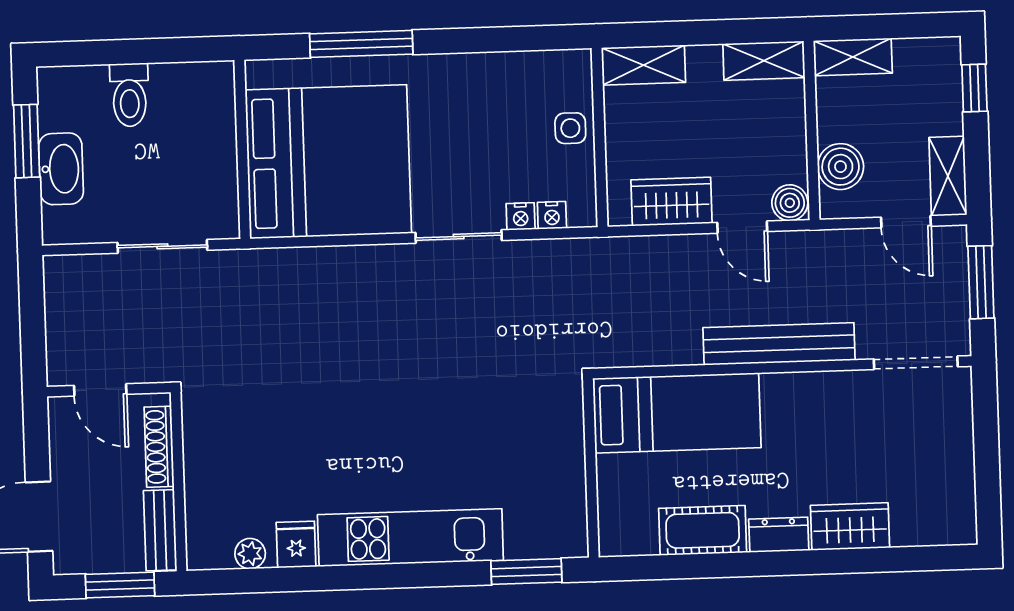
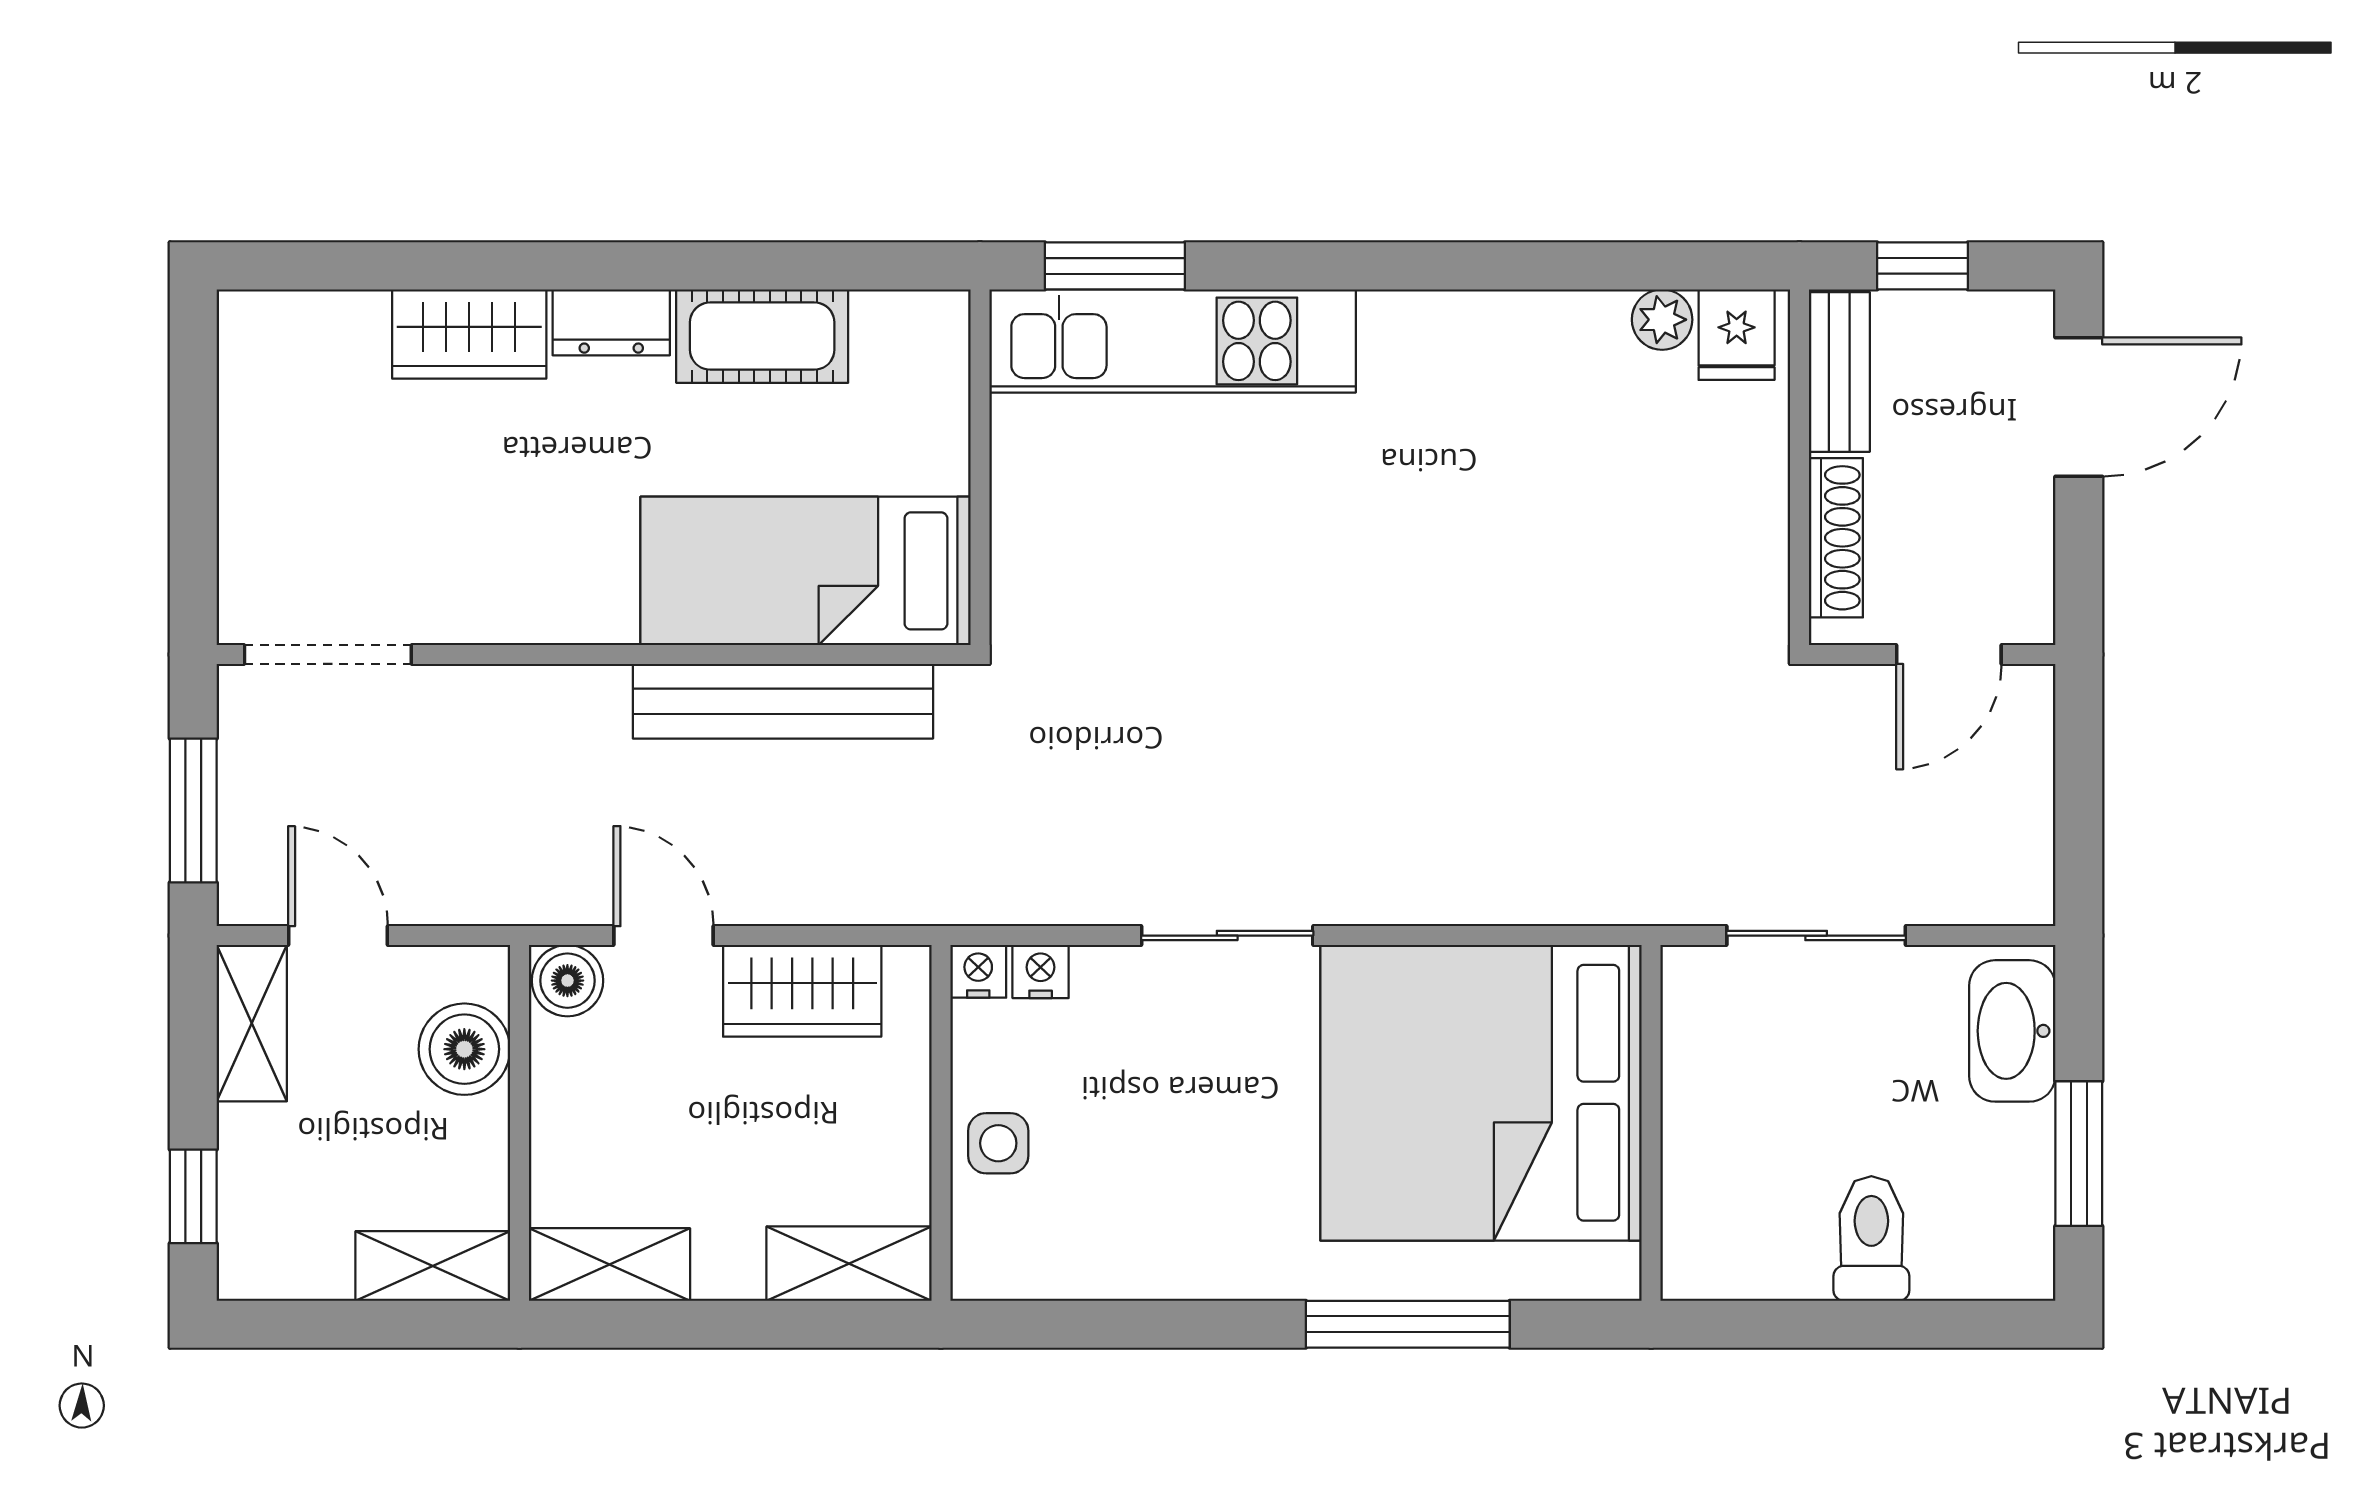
washbasin: (61, 169) -> (2012, 1031), moved
nightstand: (521, 216) -> (978, 971), moved
bench: (779, 344) -> (783, 701), moved
door: (100, 390) -> (1949, 655), swing flipped
kitchen unit: (410, 538) -> (1173, 341), moved
fridge: (296, 545) -> (1737, 335), moved
window: (120, 585) -> (1922, 266), width x0.67

